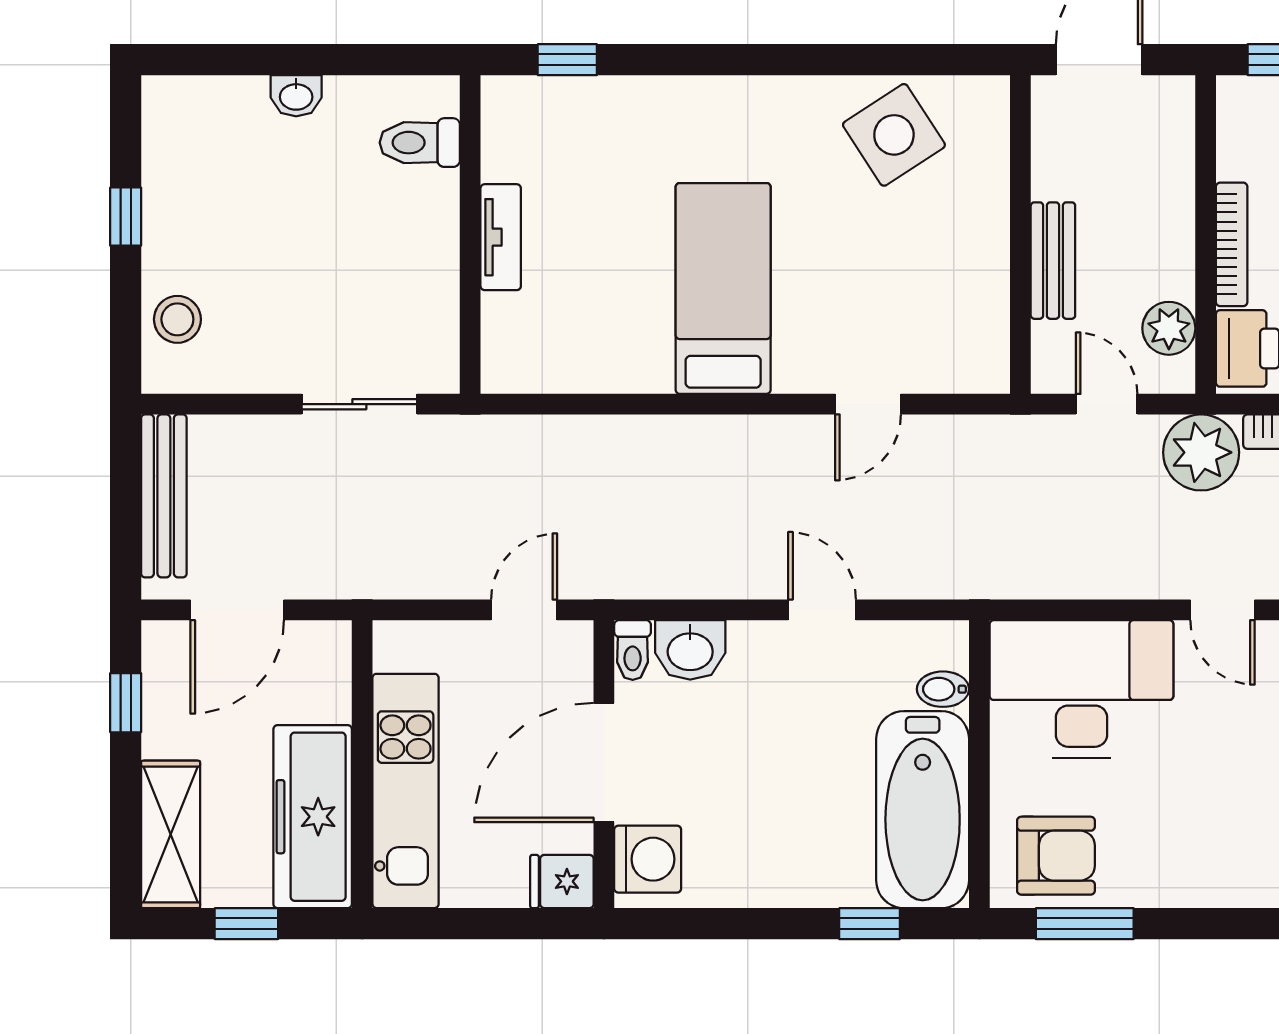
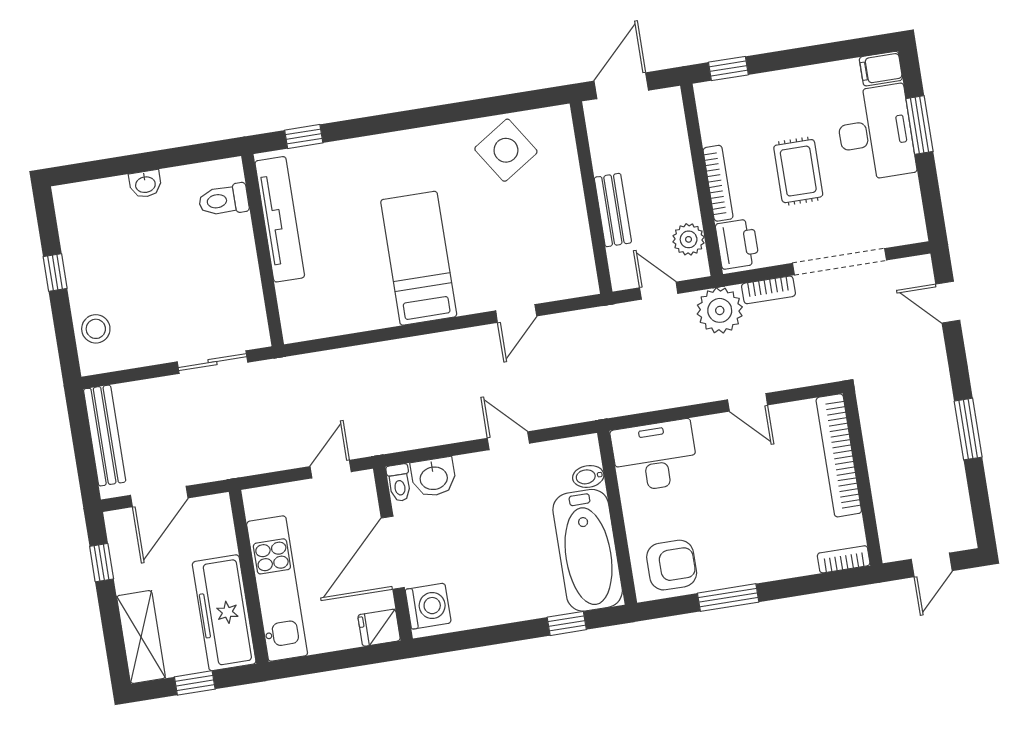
tv unit: (501, 237) -> (280, 219), width x1.92, depth x1.29
desk: (1082, 689) -> (655, 456), width x0.73, depth x0.77
window: (1085, 924) -> (728, 598), moved

